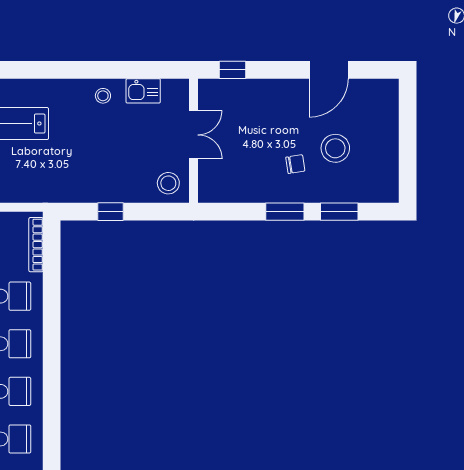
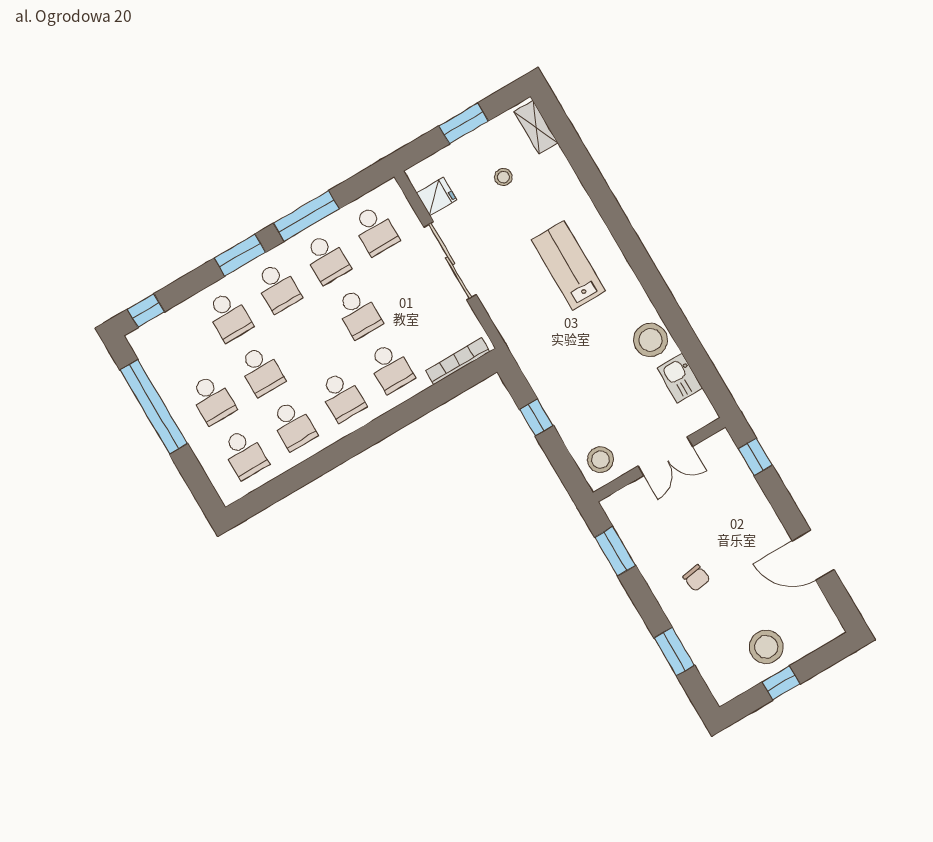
stool: (103, 96) -> (650, 340), width x1.89, depth x1.89
stool: (335, 148) -> (766, 647), moved
window: (408, 148) -> (781, 683), added
window: (285, 212) -> (615, 551), moved

